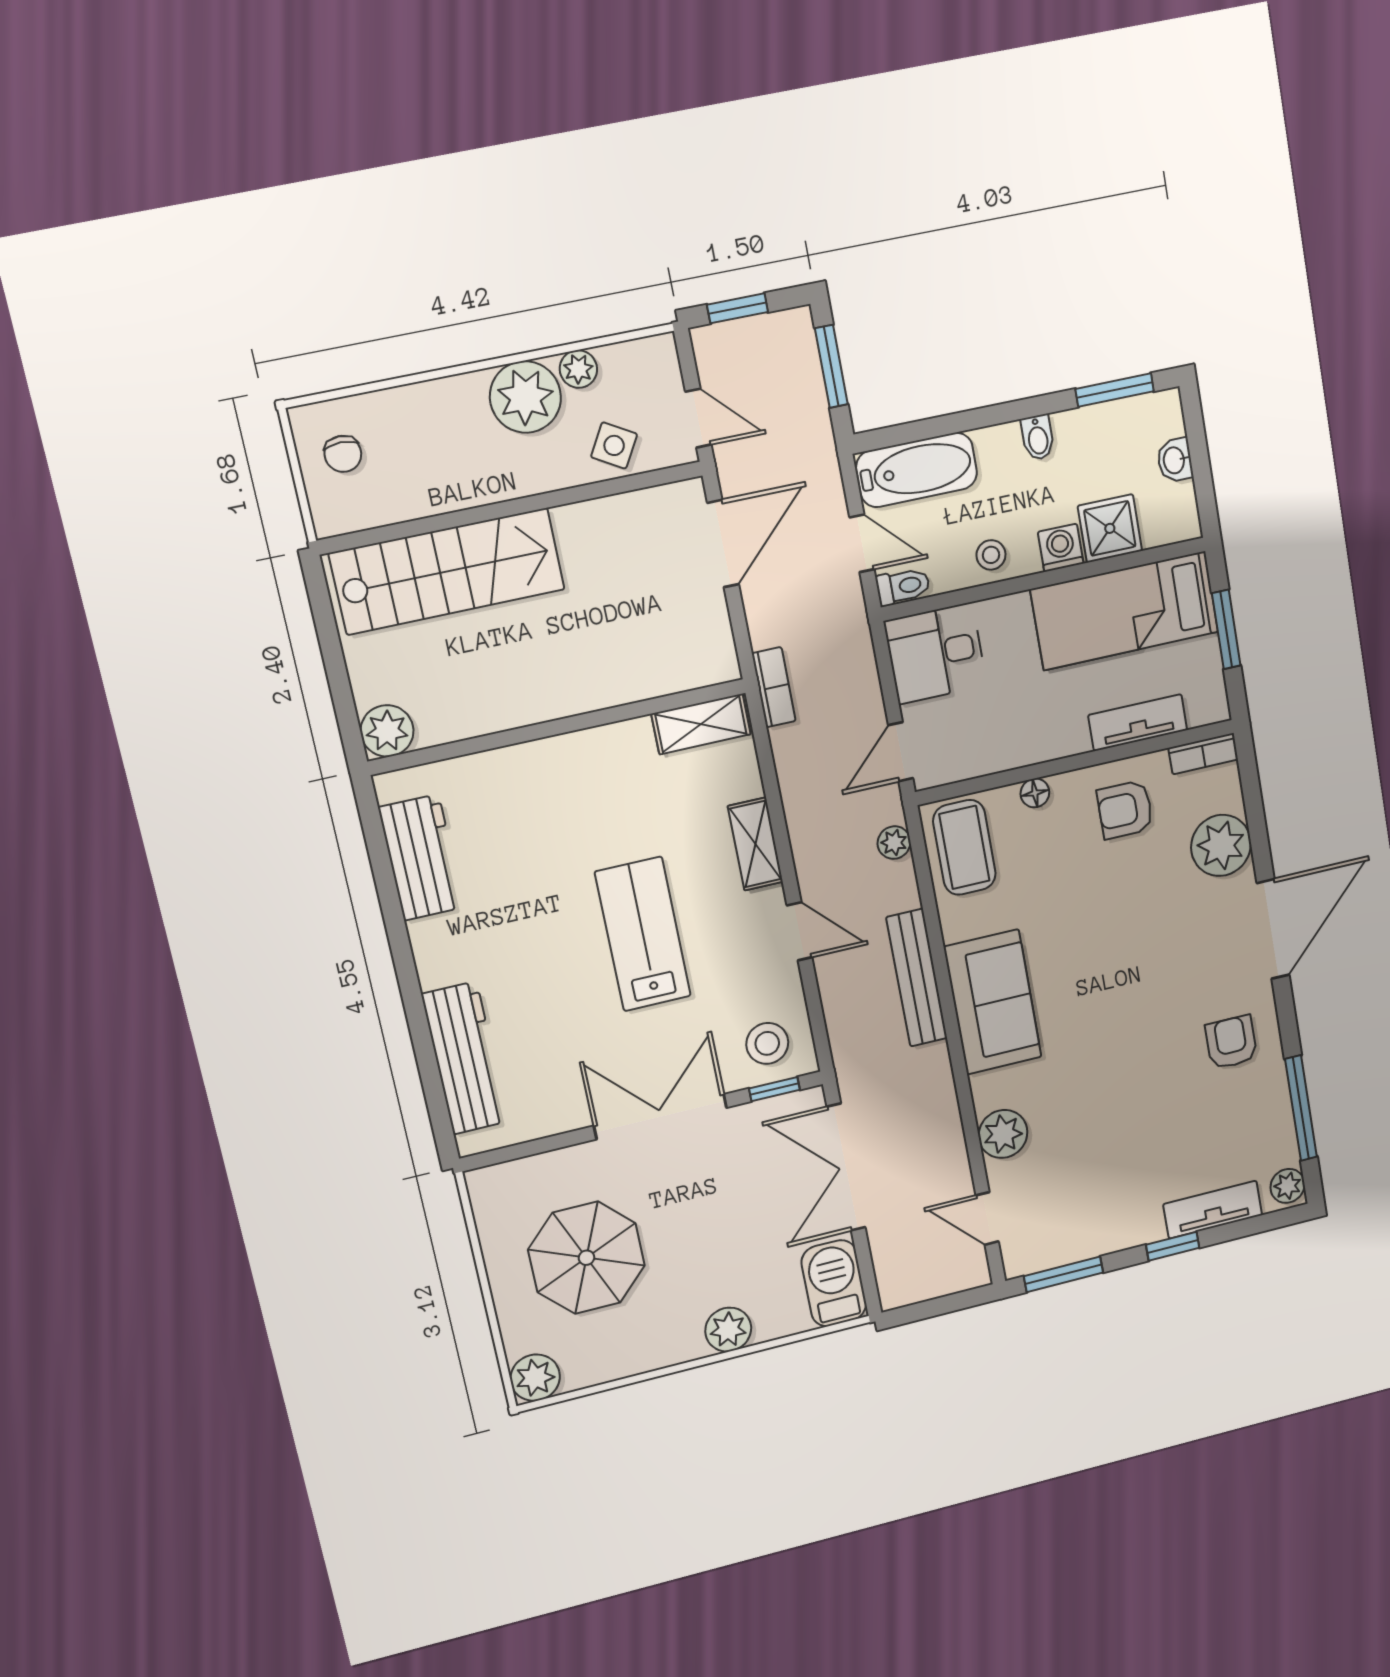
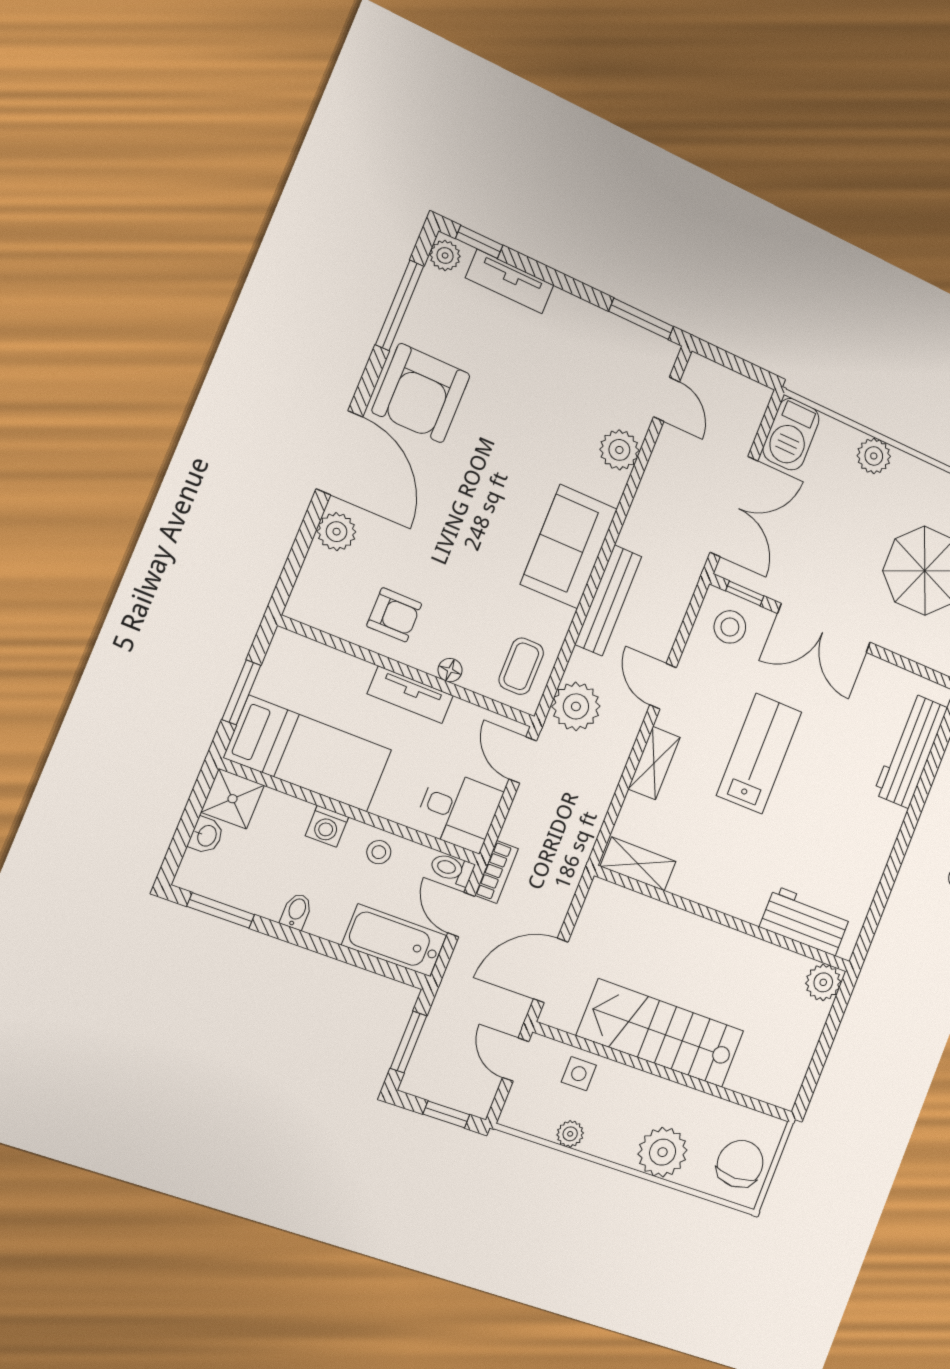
plant: (525, 397) -> (663, 1152), moved
side table: (614, 445) -> (579, 1074), turned -30
chair: (343, 454) -> (740, 1164), width x1.87, depth x1.87
shower: (1110, 528) -> (233, 799), moved
stairs: (447, 571) -> (661, 1033), moved
bookcase: (774, 687) -> (497, 872), moved, turned 180
tv unit: (1138, 723) -> (410, 695), moved
door: (901, 752) -> (523, 760), swing flipped
bookcase: (1203, 754) -> (313, 615), removed
plant: (894, 843) -> (576, 706), width x1.88, depth x1.88
plant: (1221, 845) -> (337, 532), width x0.73, depth x0.73
coffee table: (964, 847) -> (521, 666), width x0.73, depth x0.77
workbench: (421, 857) -> (805, 921), moved, turned 90
door: (1273, 929) -> (339, 453), swing flipped
lab bench: (643, 934) -> (759, 754), turned 180
armchair: (1231, 1042) -> (421, 393), width x1.88, depth x1.88
window: (1173, 1246) -> (479, 242), moved

